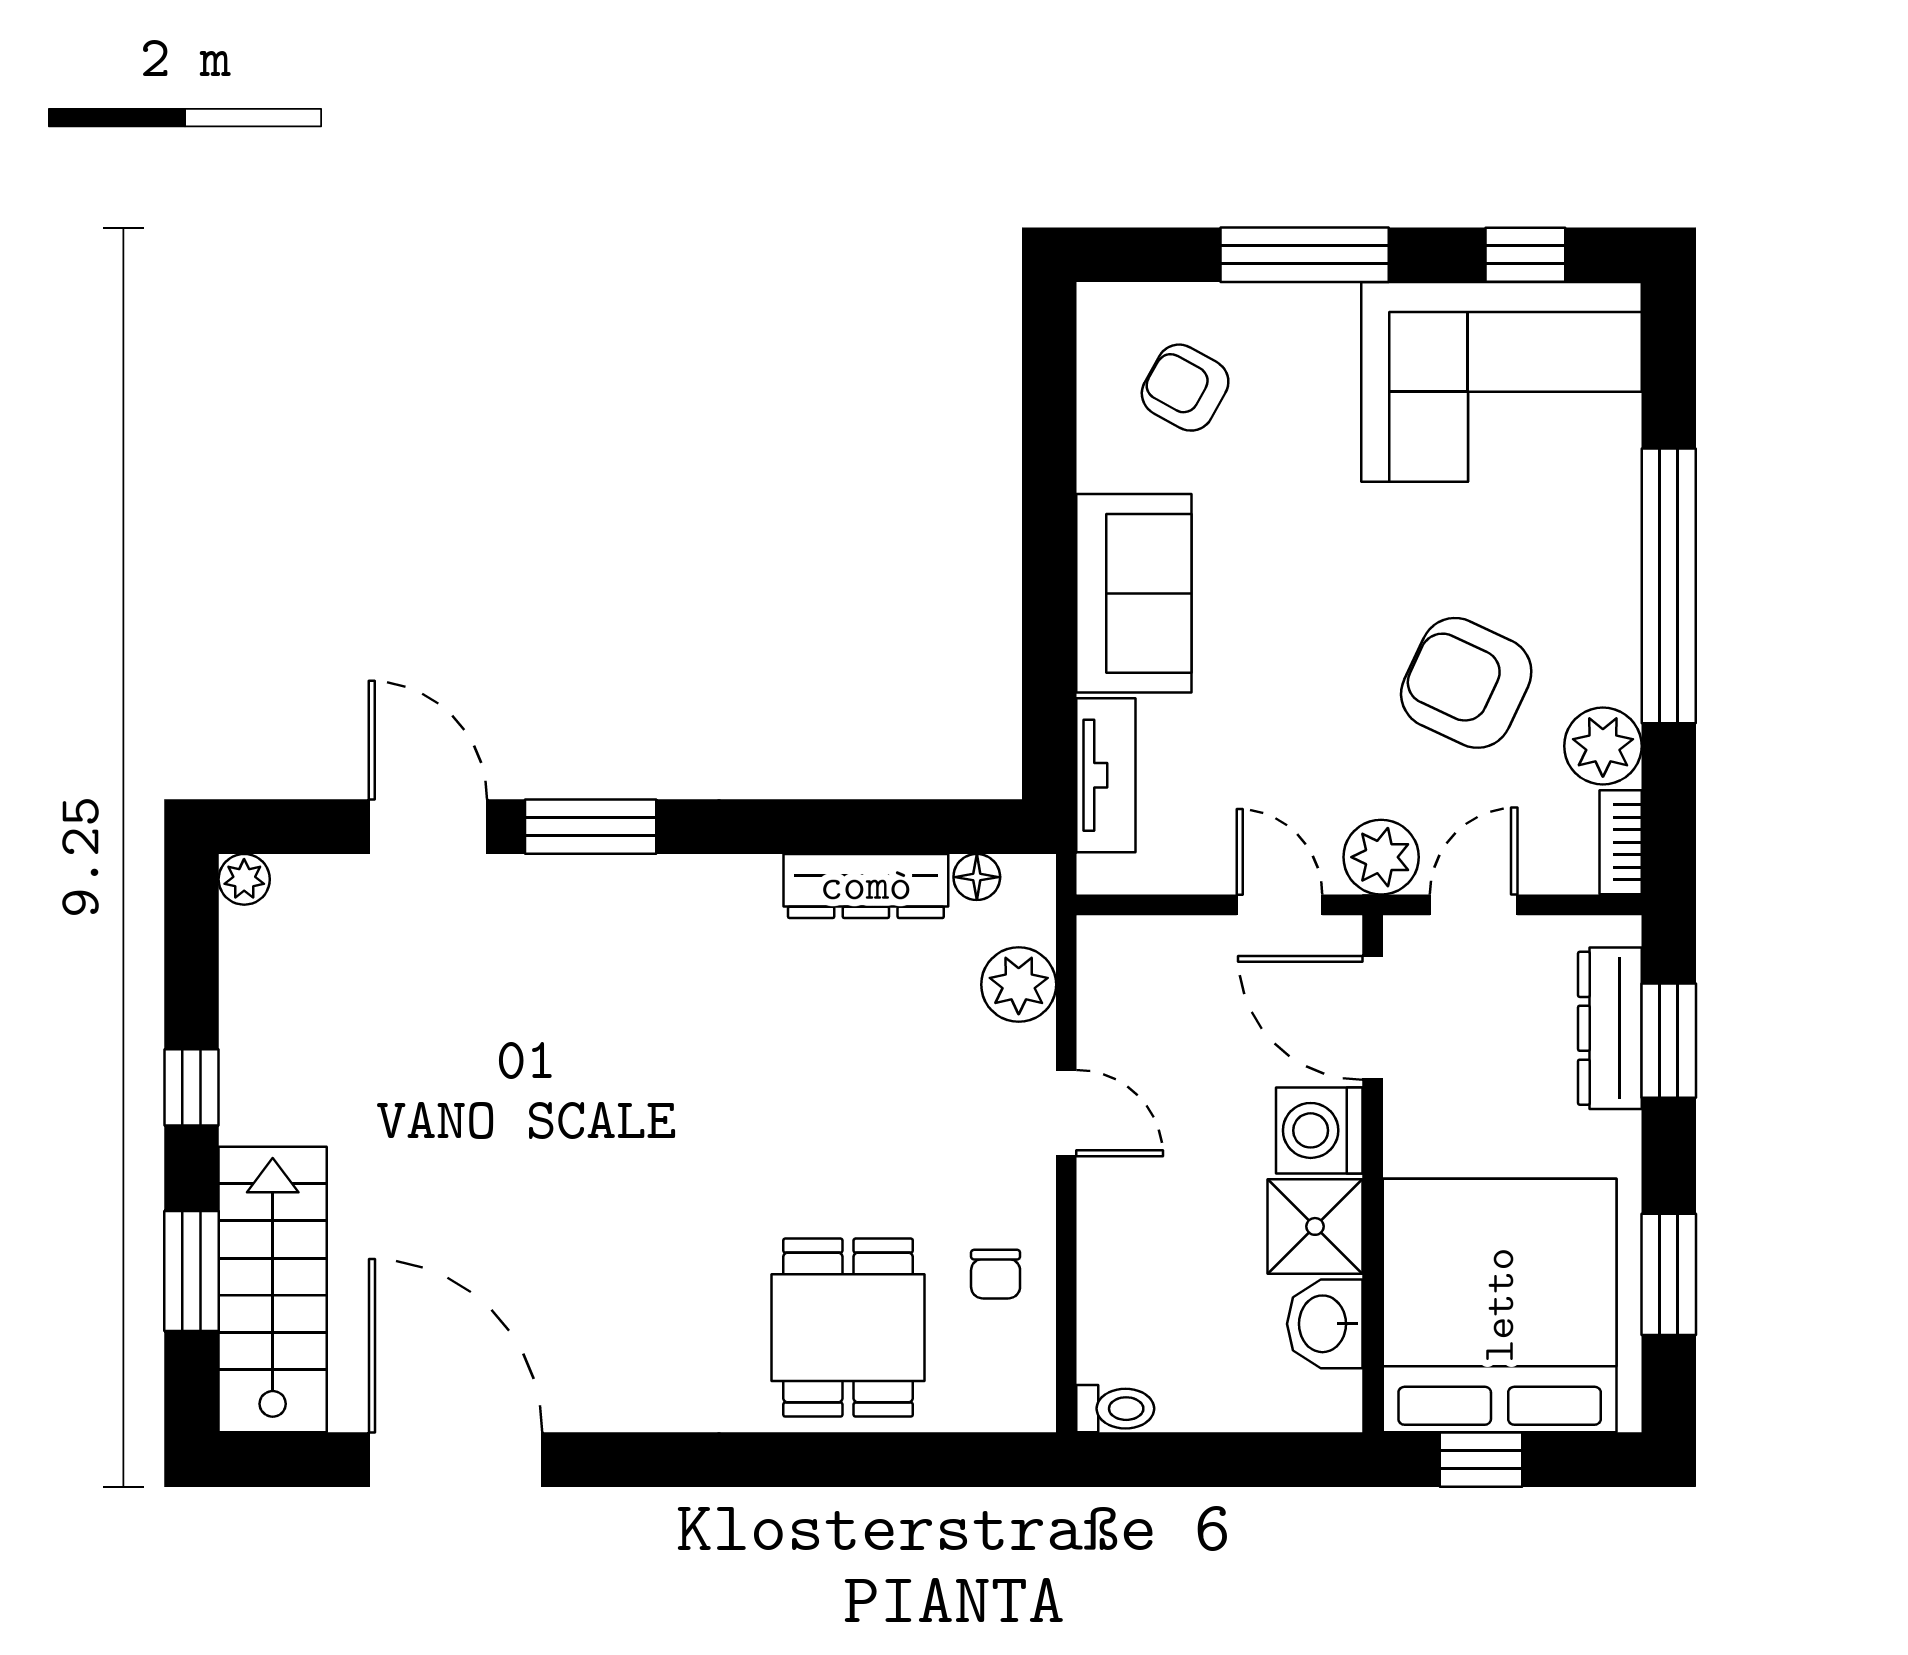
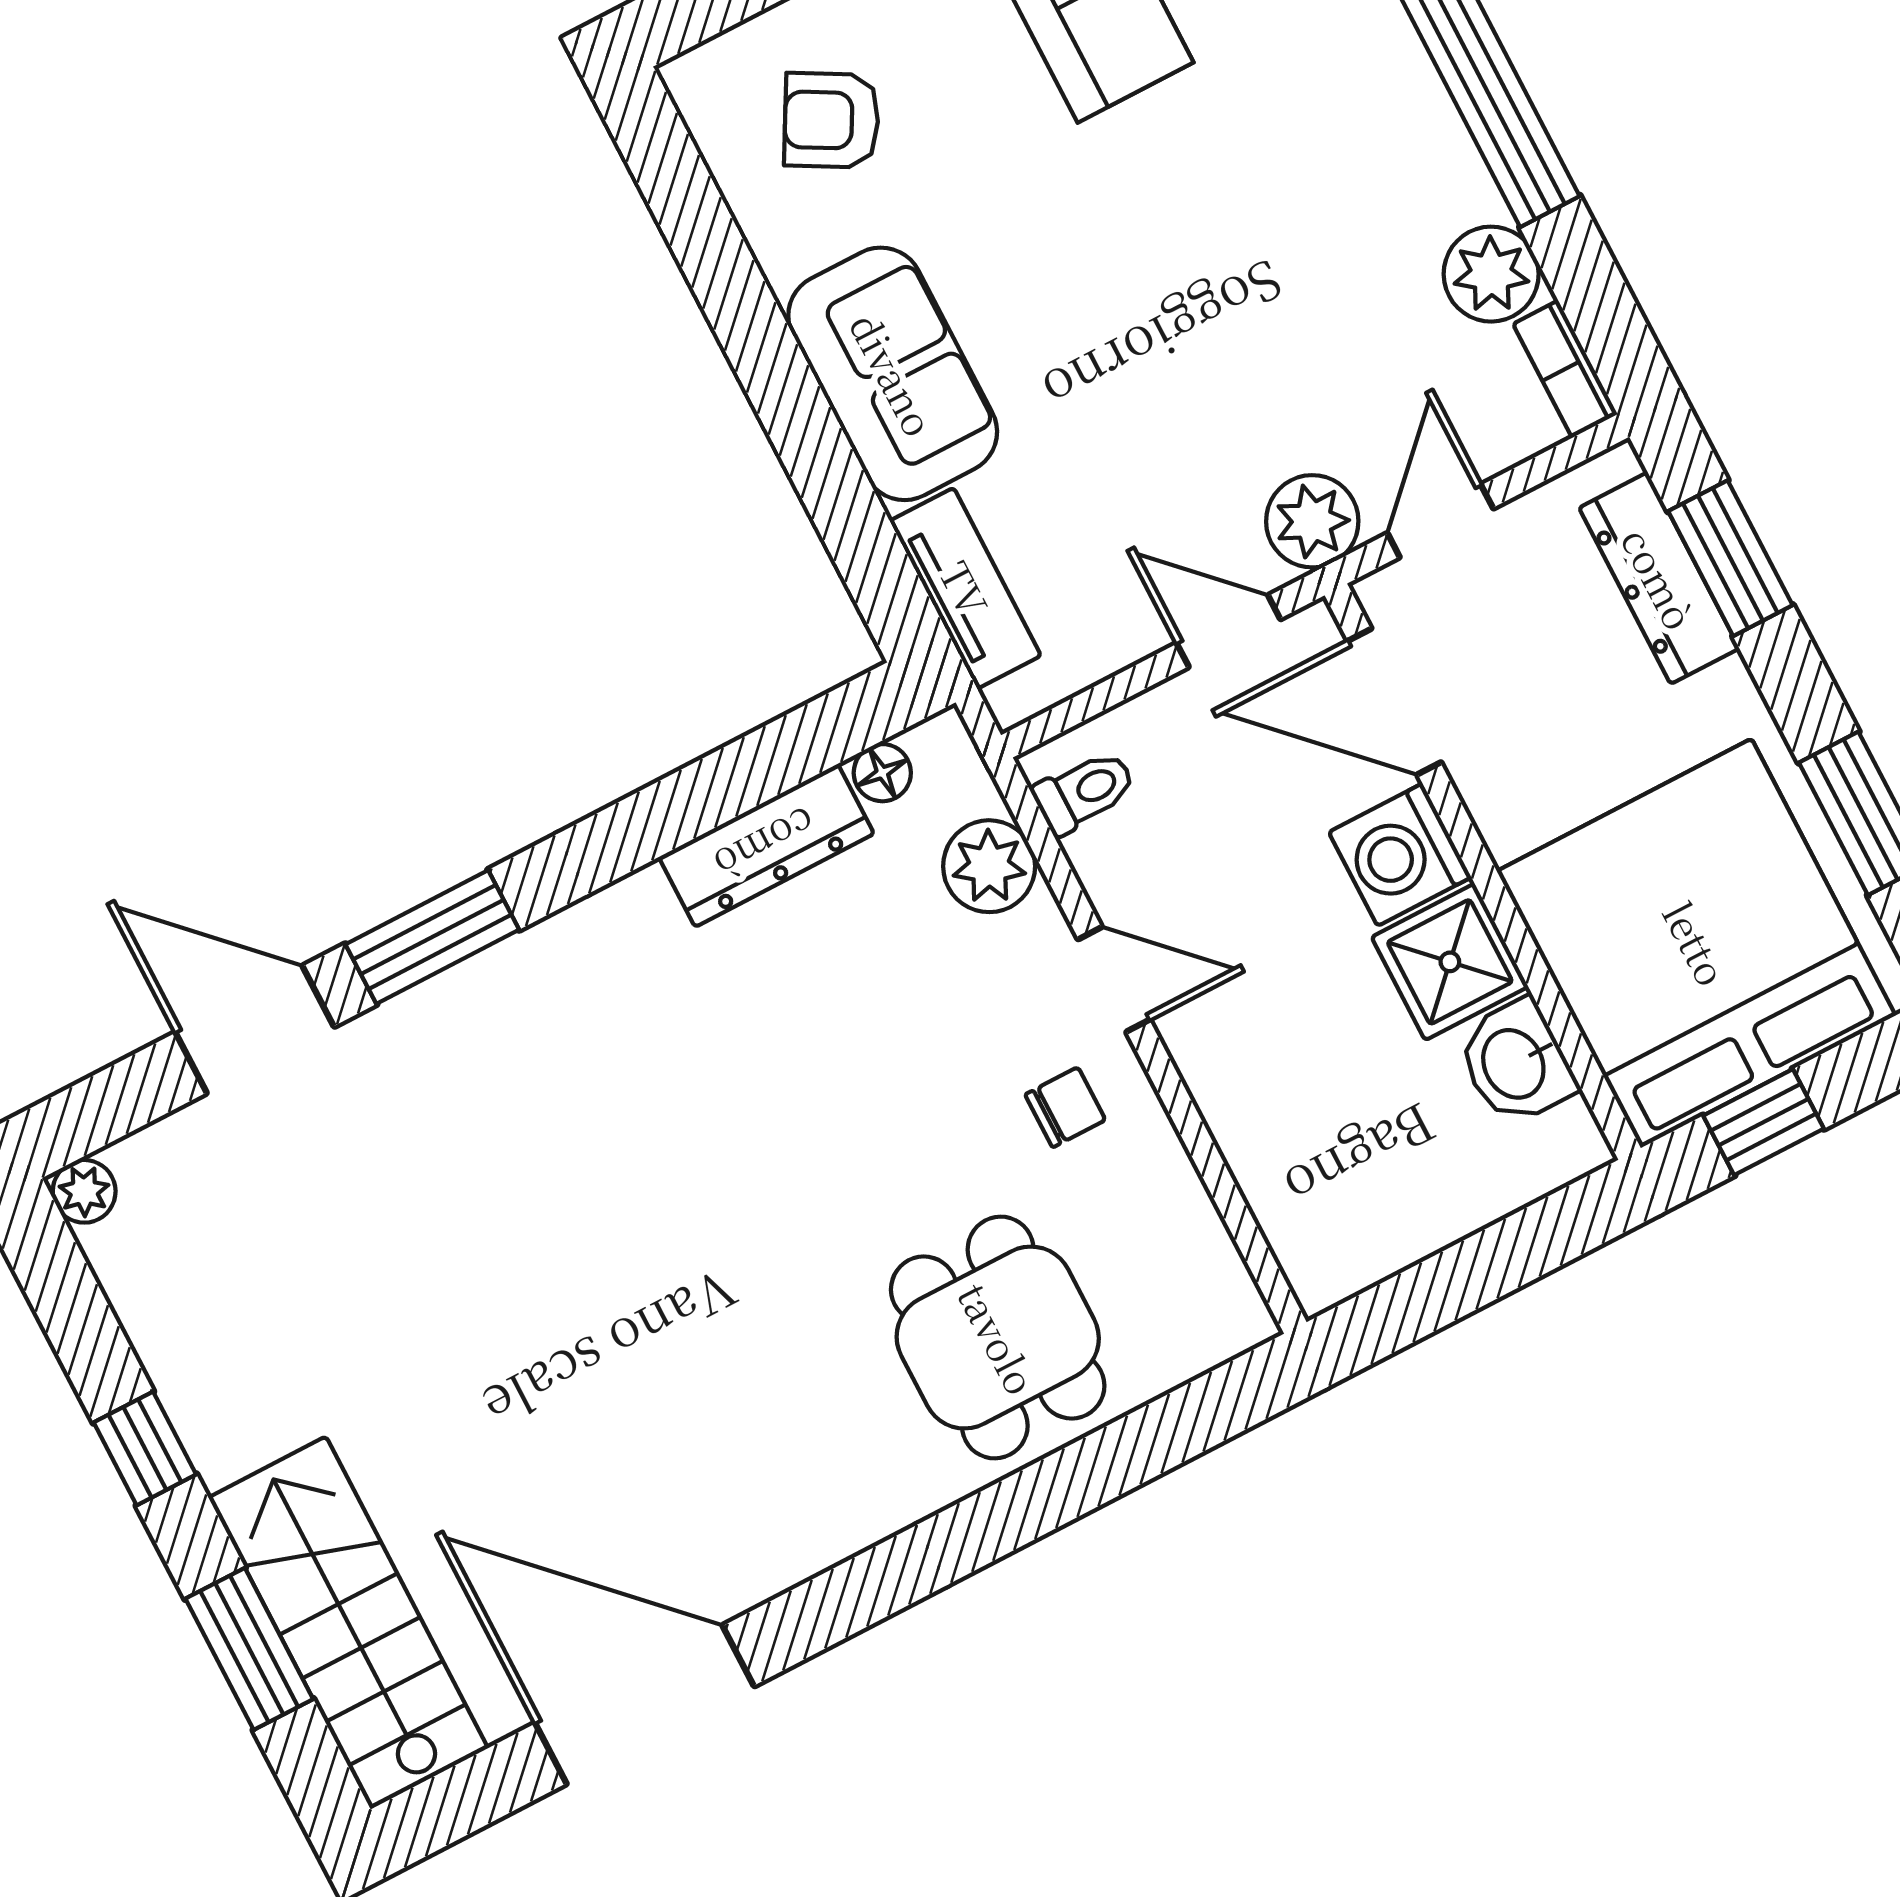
armchair: (1466, 683) -> (1306, 283), removed
chair: (996, 1274) -> (1065, 1107), moved, turned -90
toilet: (1115, 1409) -> (1084, 792), moved

